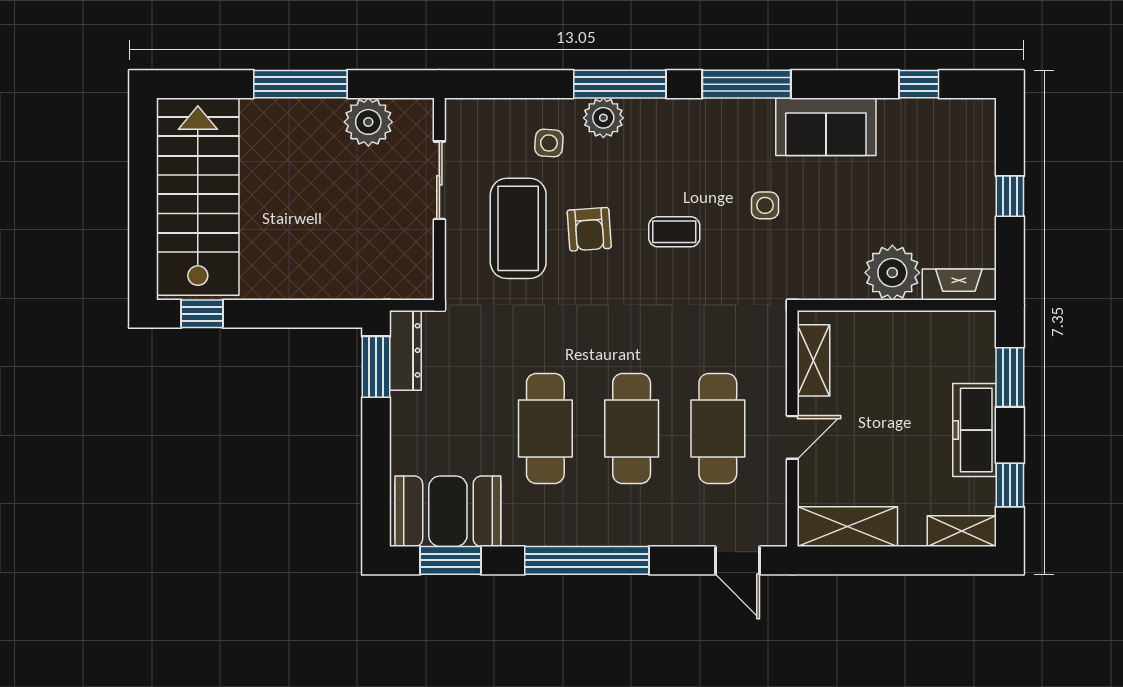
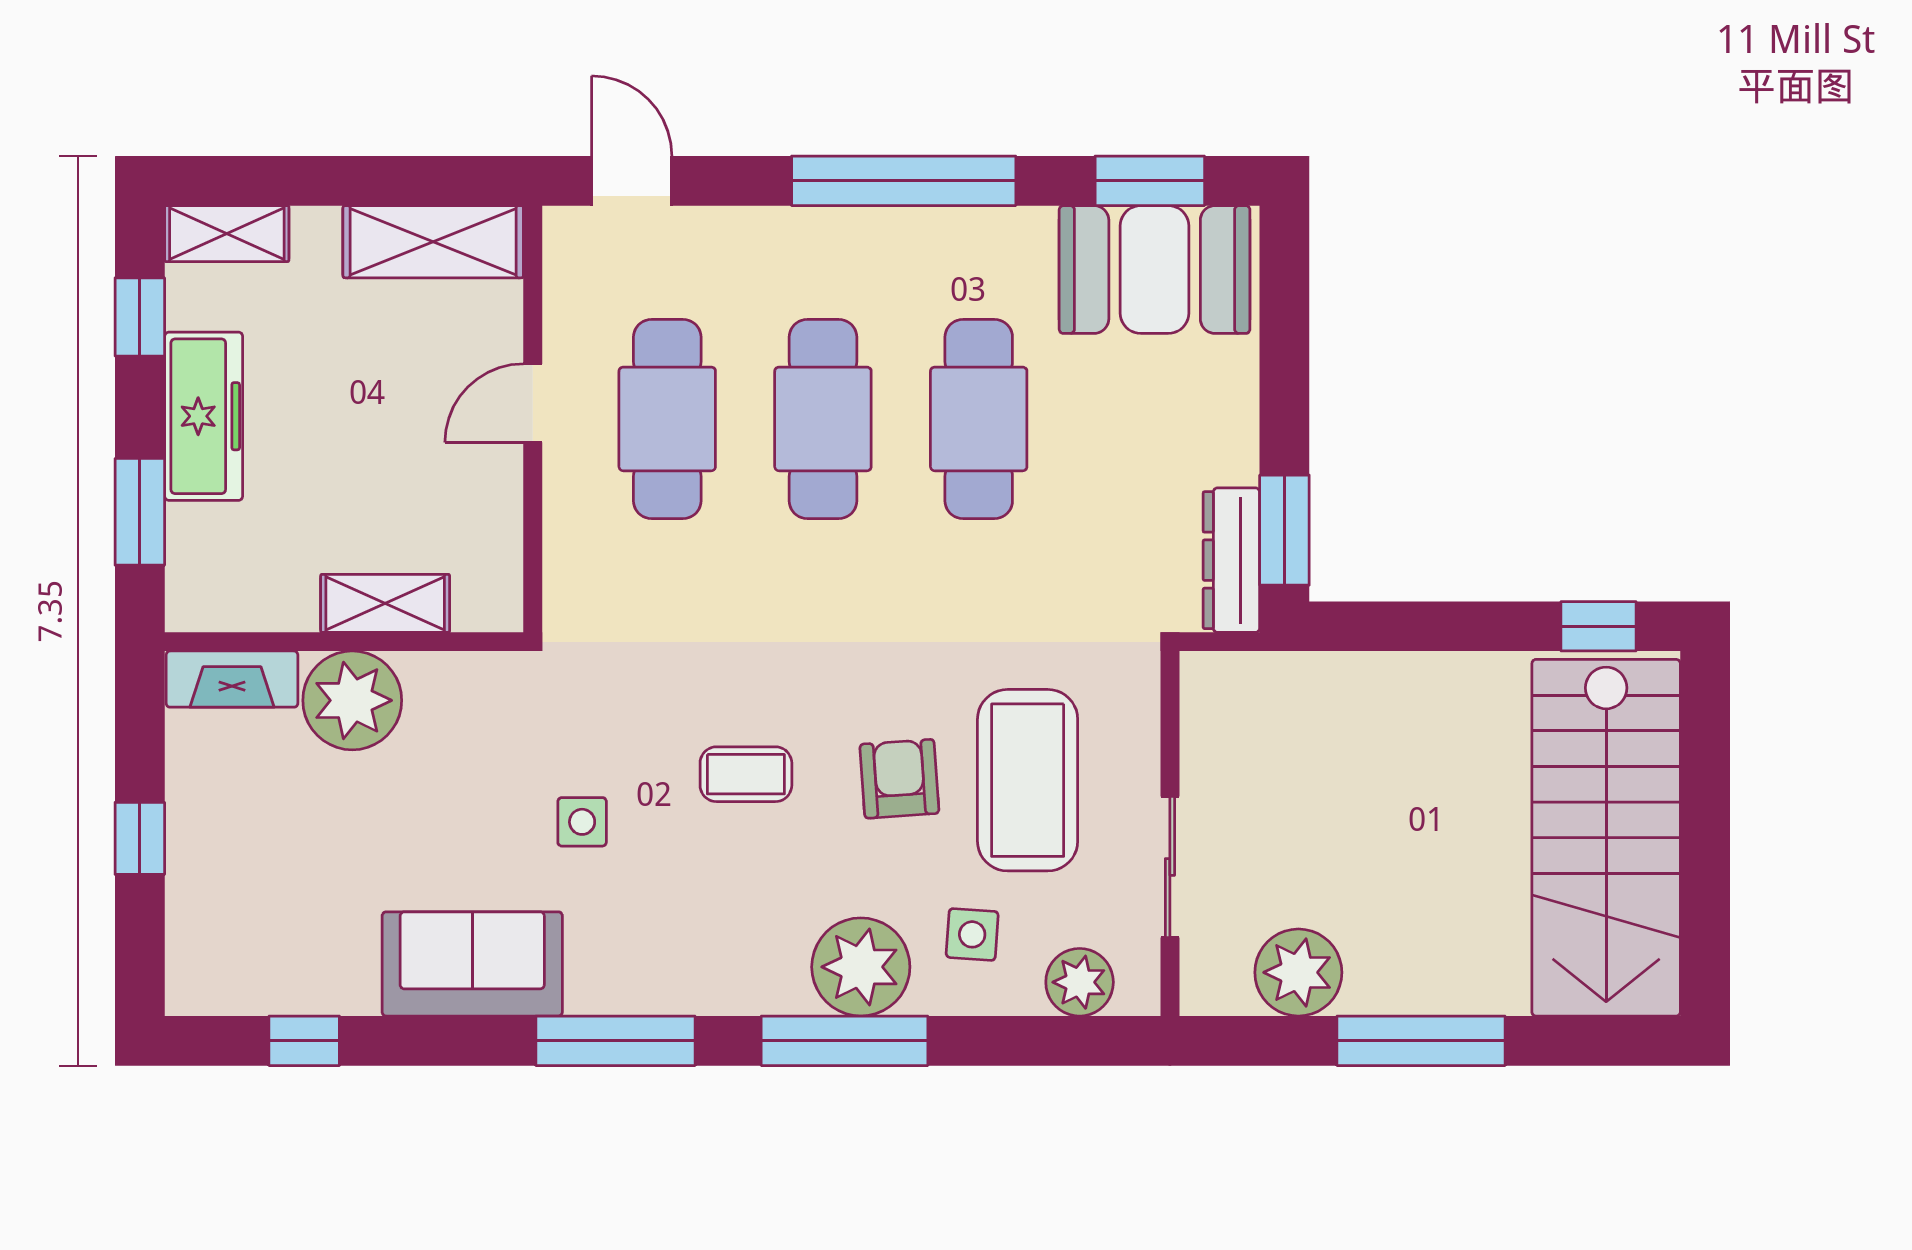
plant: (489, 117) -> (1080, 982), added
plant: (603, 118) -> (861, 967), width x1.36, depth x1.36
shelving: (814, 360) -> (385, 603), moved, turned 90

